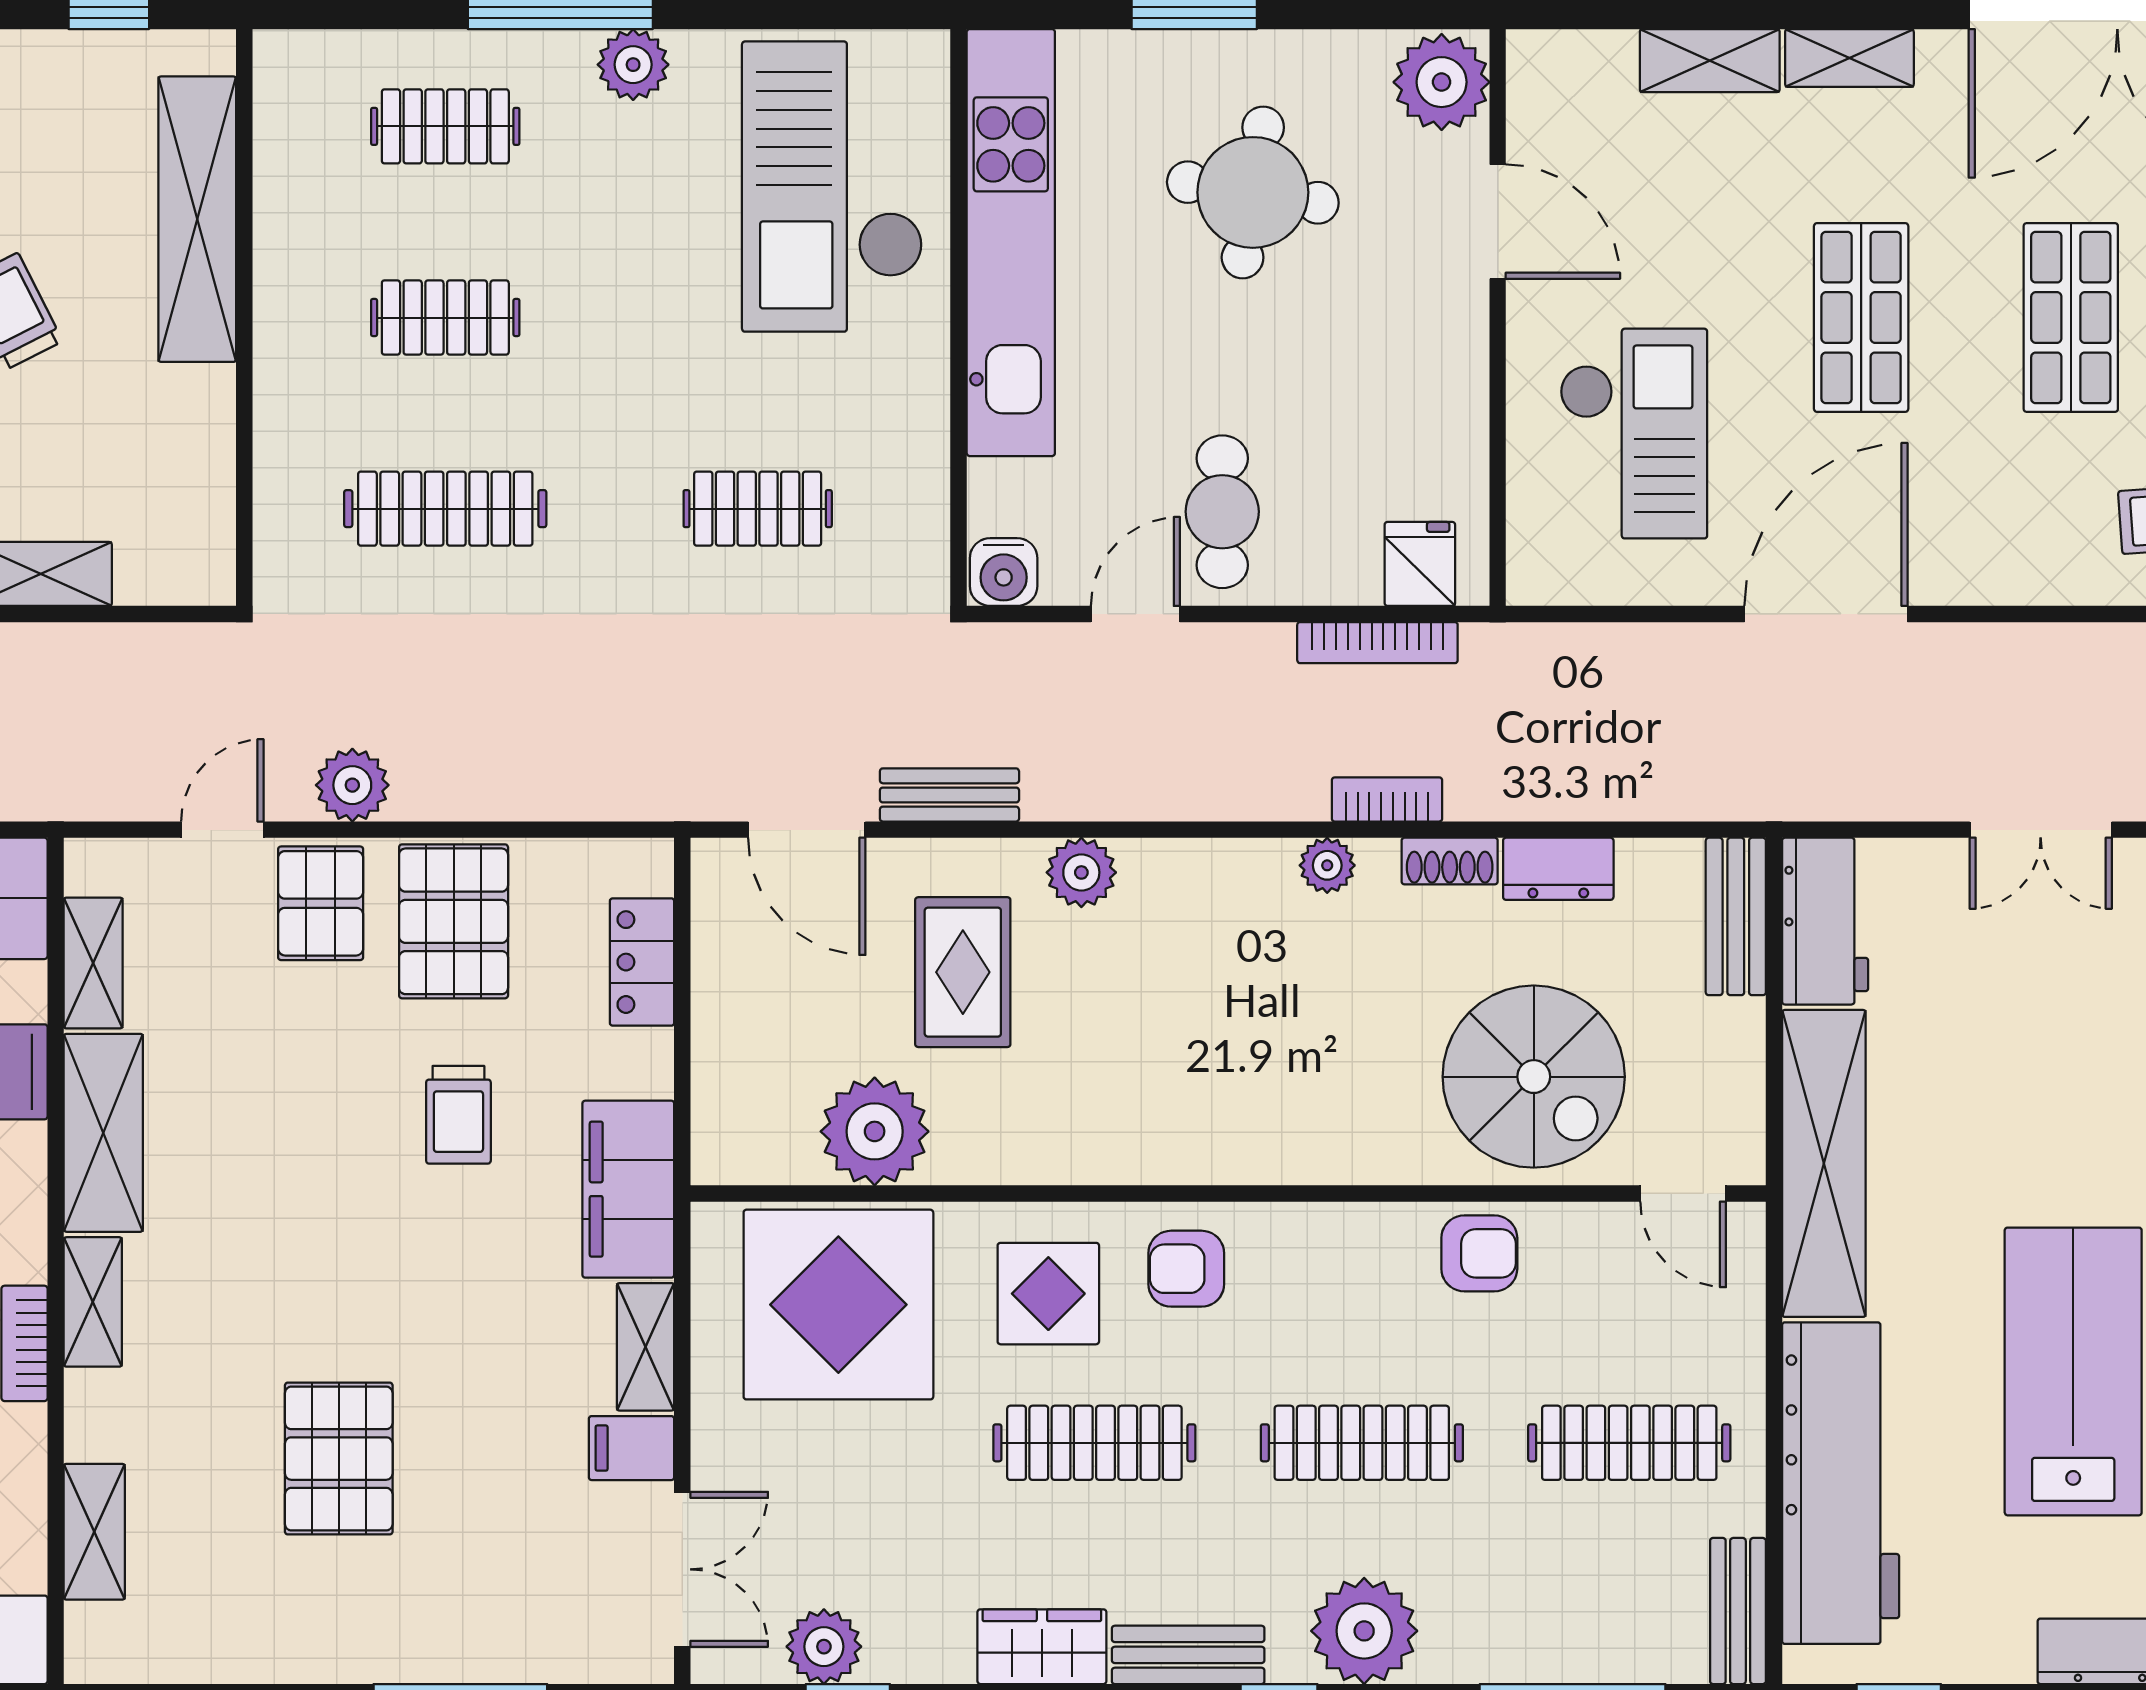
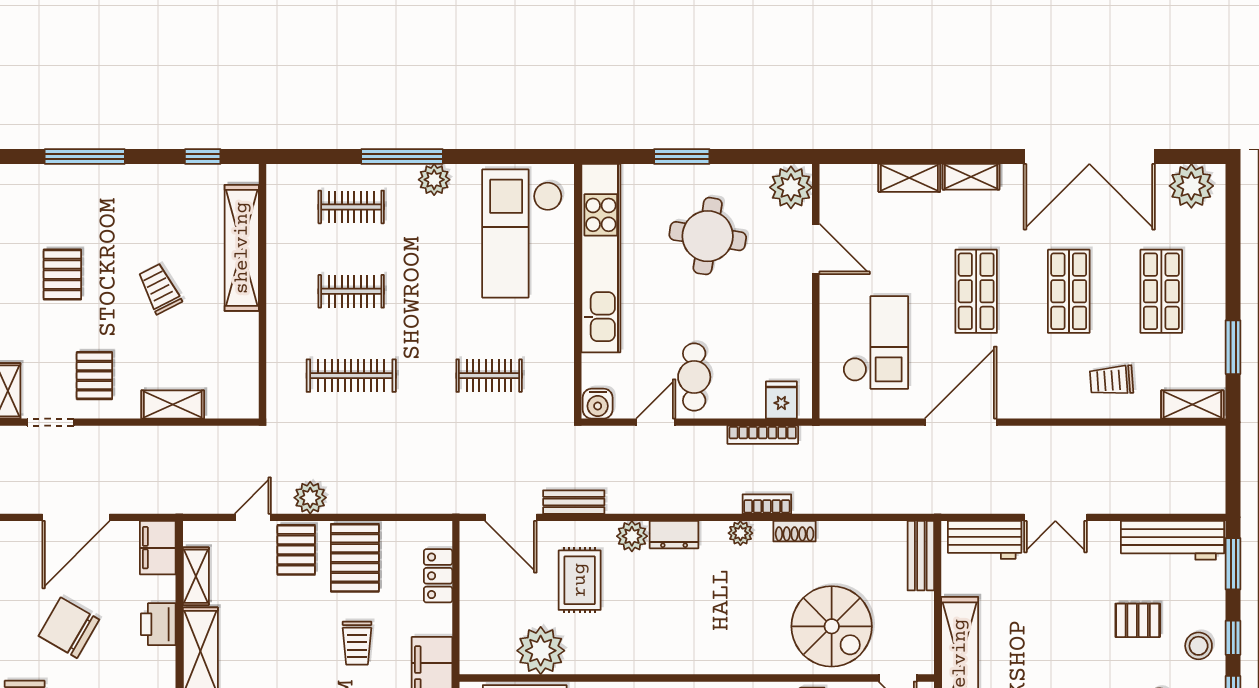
dresser: (1558, 869) -> (674, 535), moved
workbench: (1825, 921) -> (985, 540), moved, turned 90

